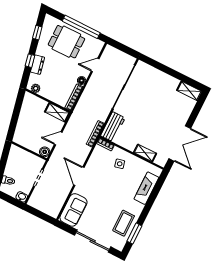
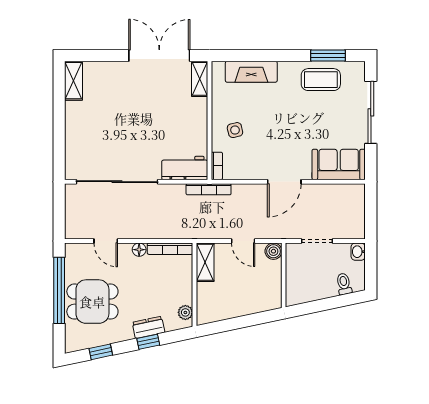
dining table: (66, 42) -> (92, 302), turned 90
shelving: (145, 153) -> (200, 79), moved

